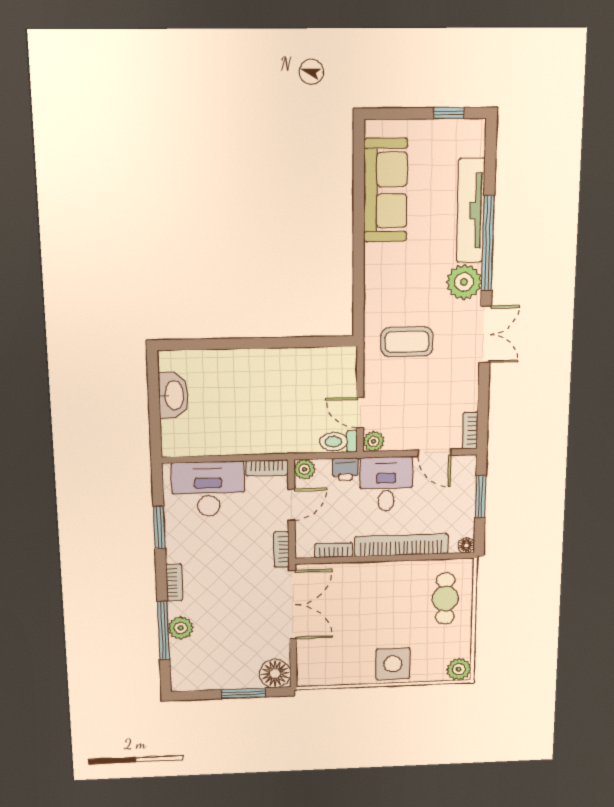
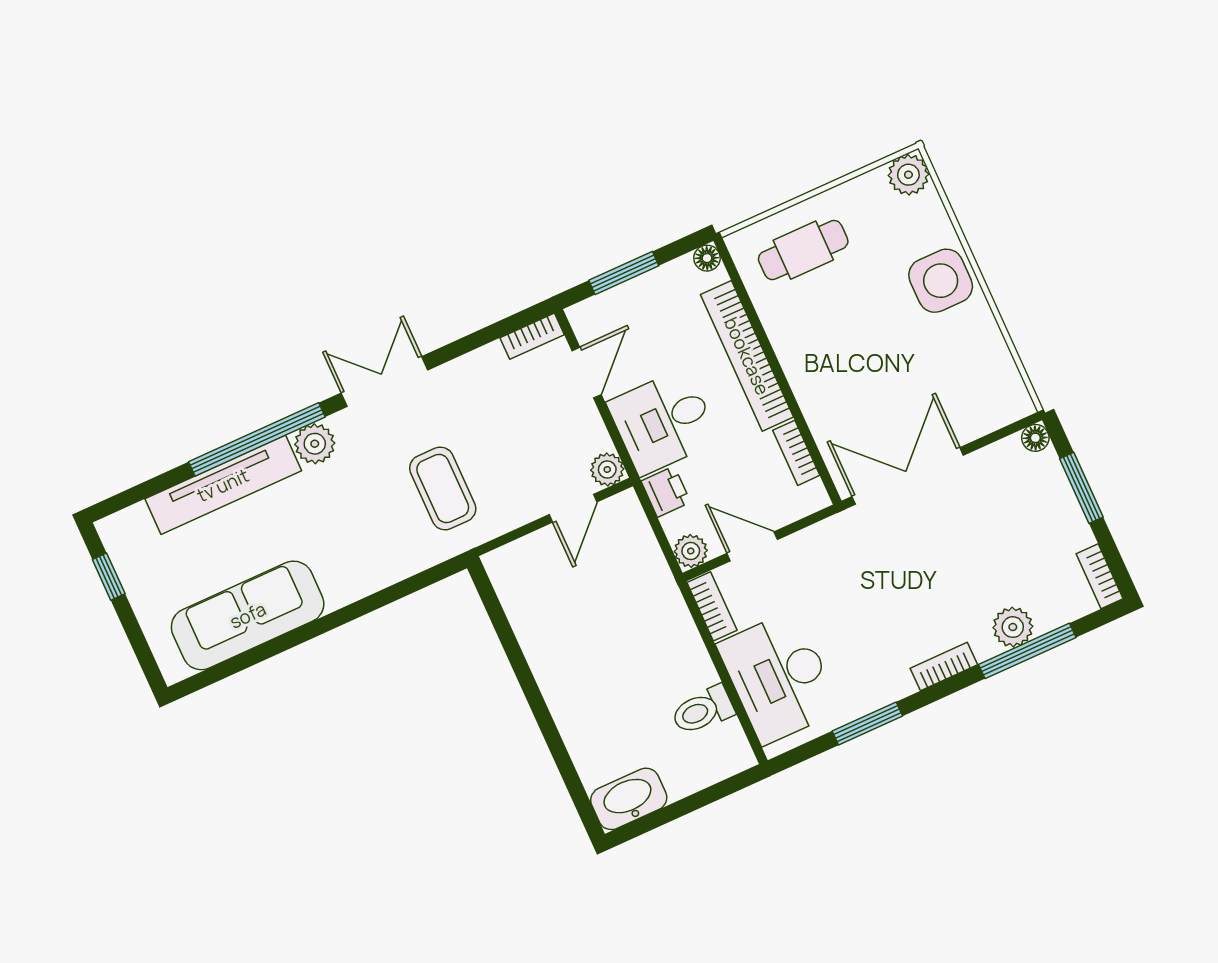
plant: (464, 282) -> (315, 444), width x0.73, depth x0.73
washbasin: (173, 395) -> (629, 799), moved
toilet: (339, 442) -> (703, 710), moved, turned 90
bookcase: (281, 549) -> (1100, 576), moved, turned 90
floor lamp: (275, 674) -> (1035, 438), width x0.53, depth x0.53

